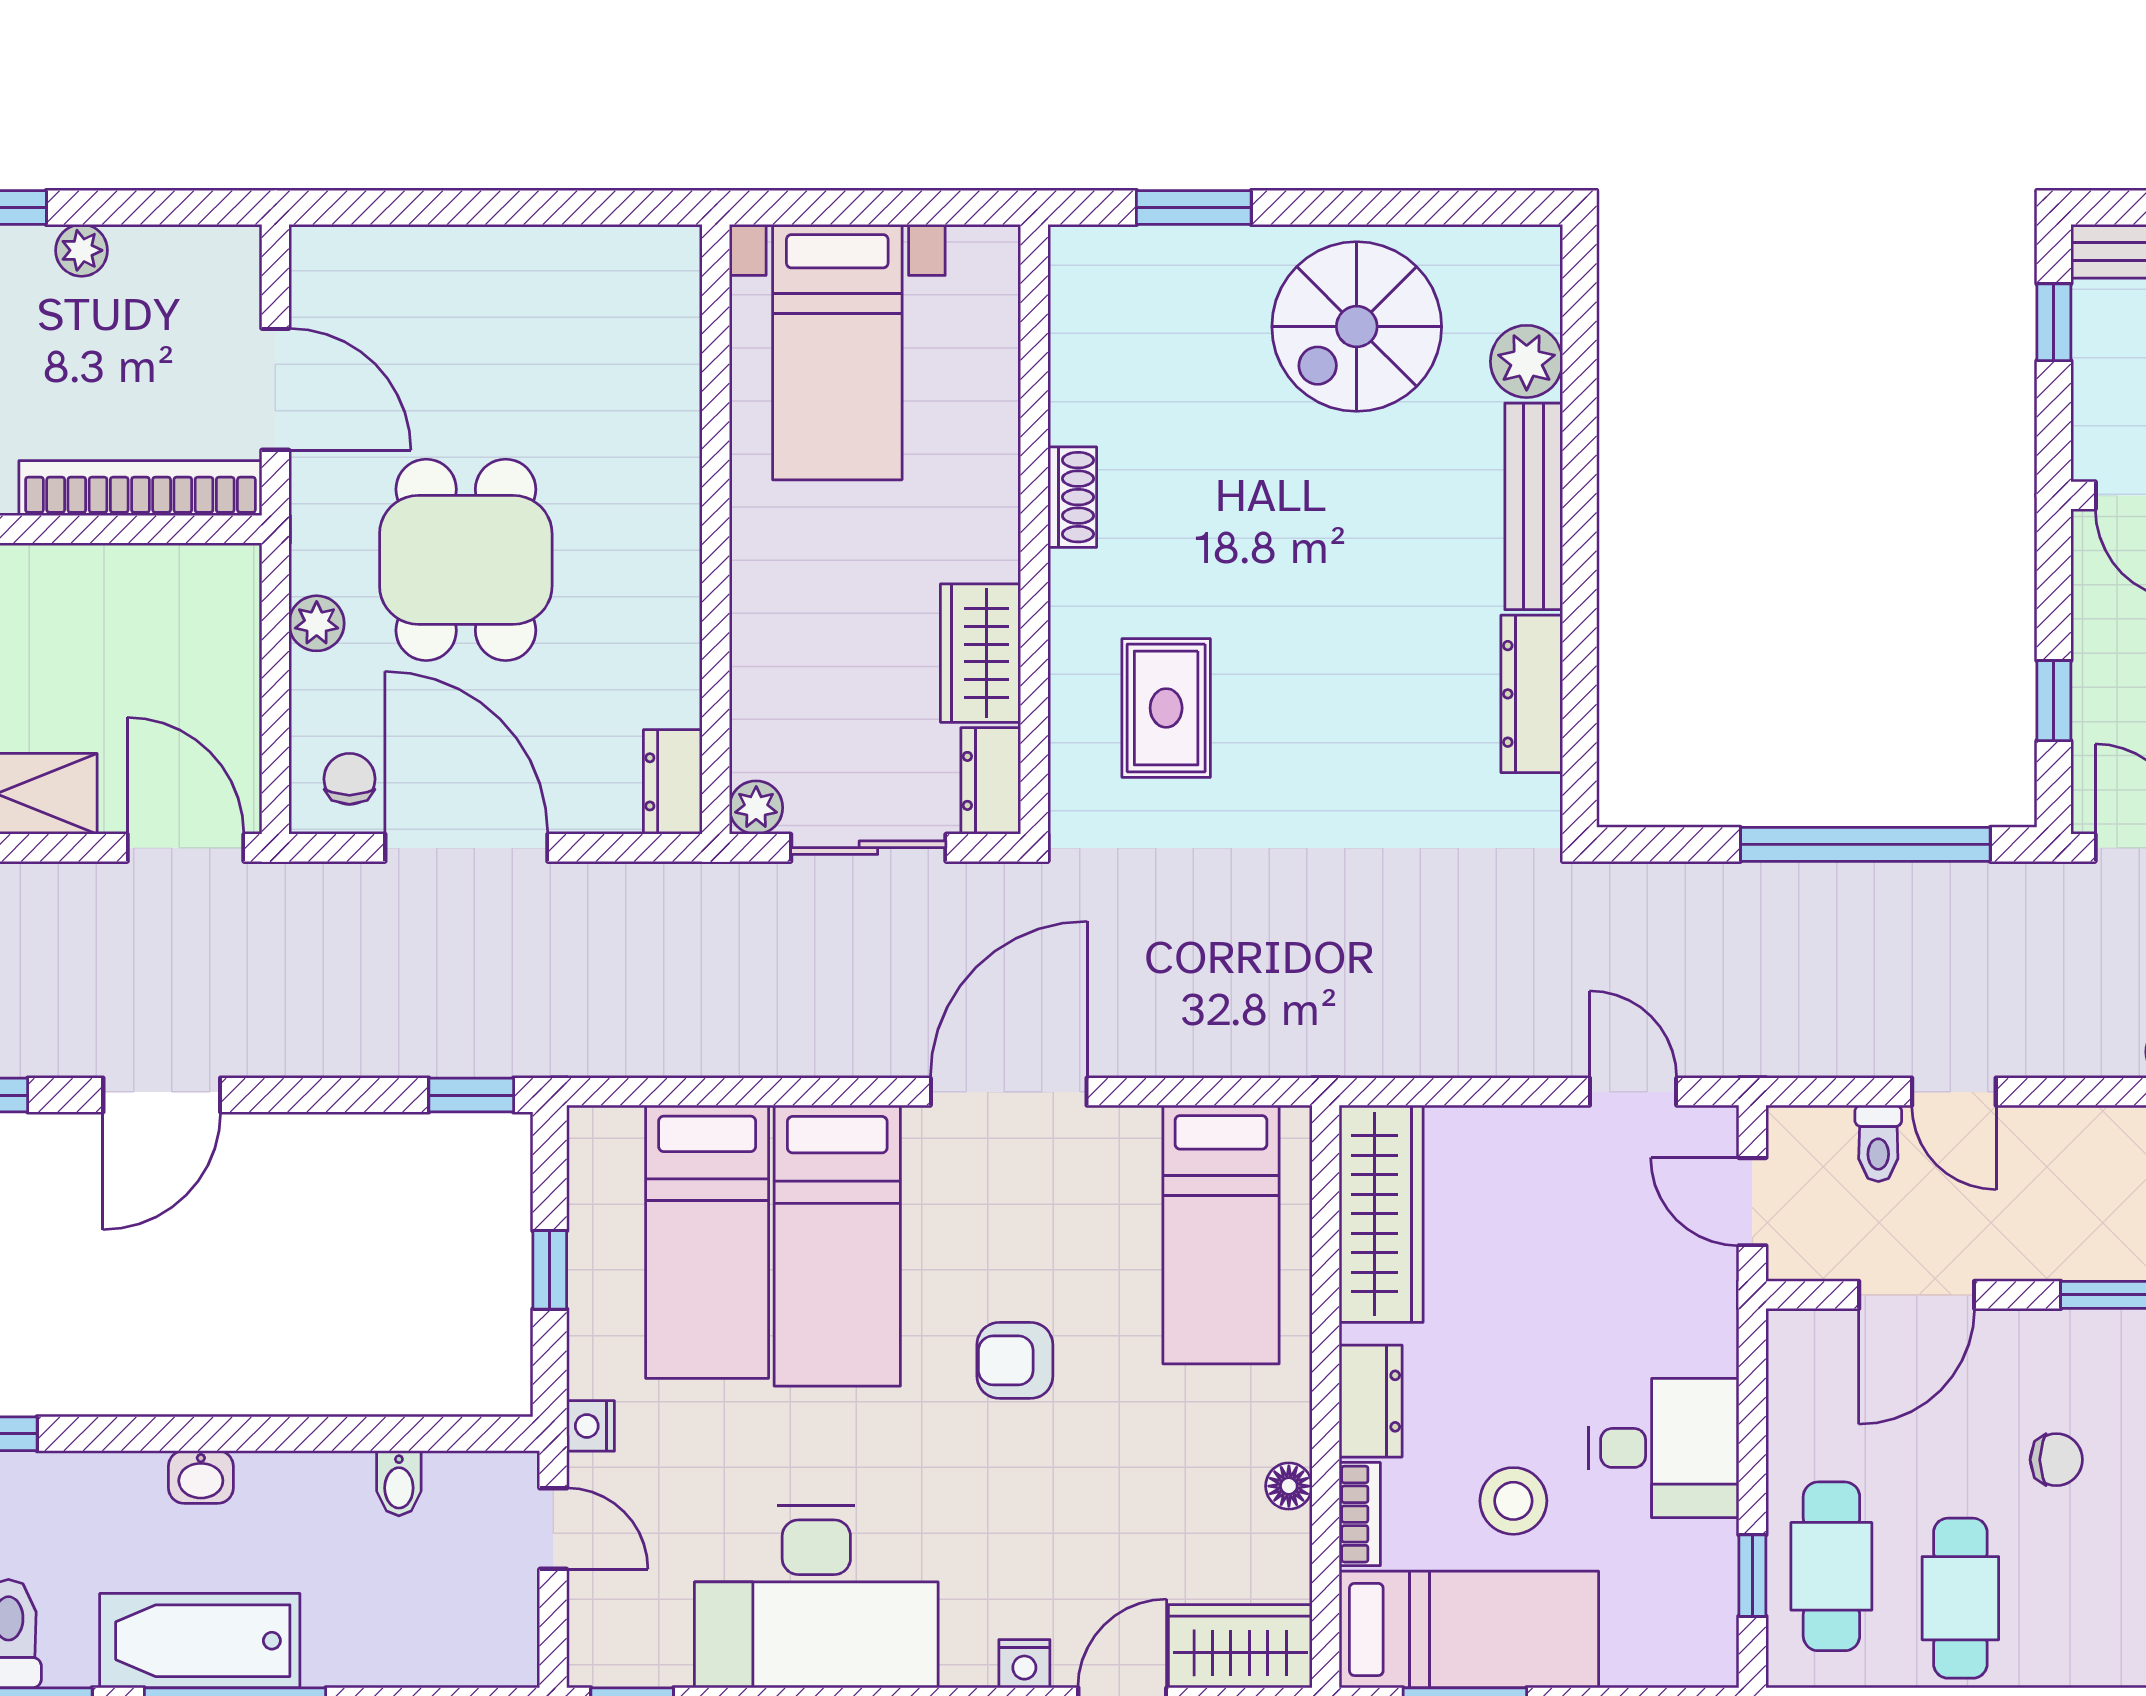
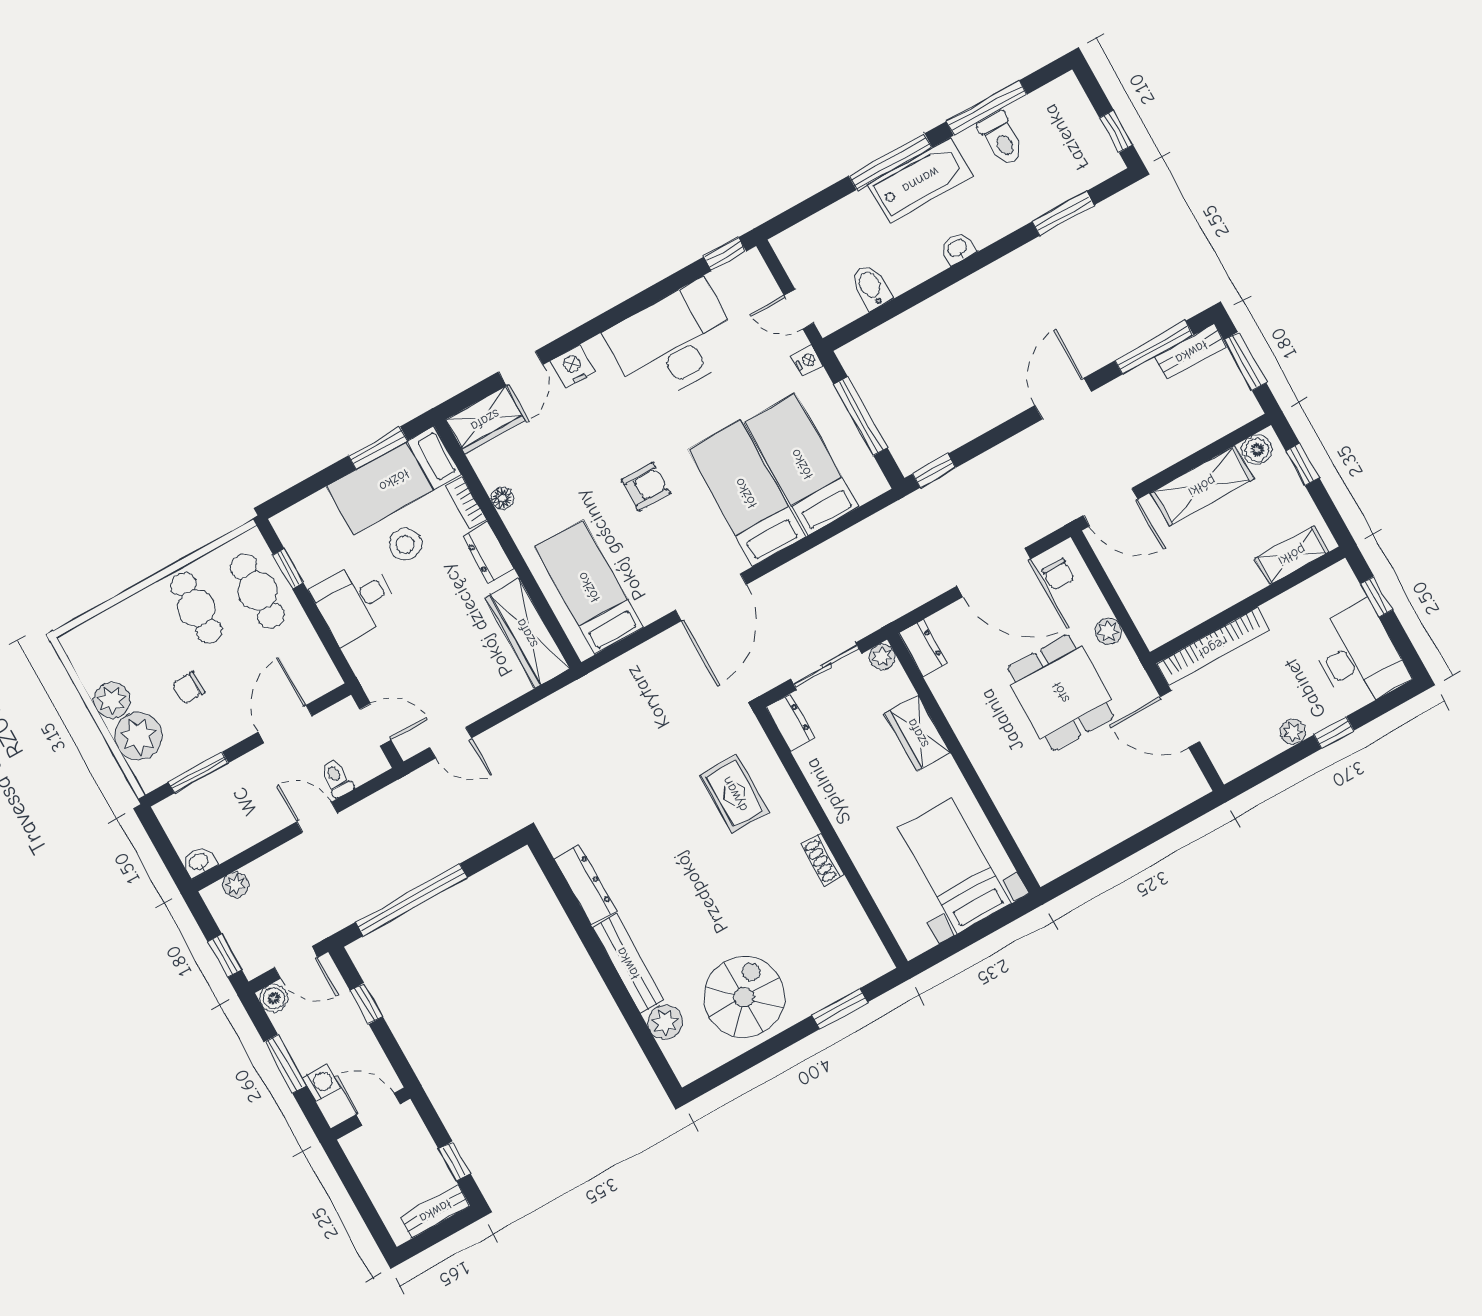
wardrobe: (981, 653) -> (918, 733), moved, turned 180
window: (550, 1270) -> (861, 416), width x2.17
bidet: (399, 1483) -> (871, 287), width x1.38, depth x1.36
nightstand: (1024, 1664) -> (573, 366), width x1.39, depth x1.35

